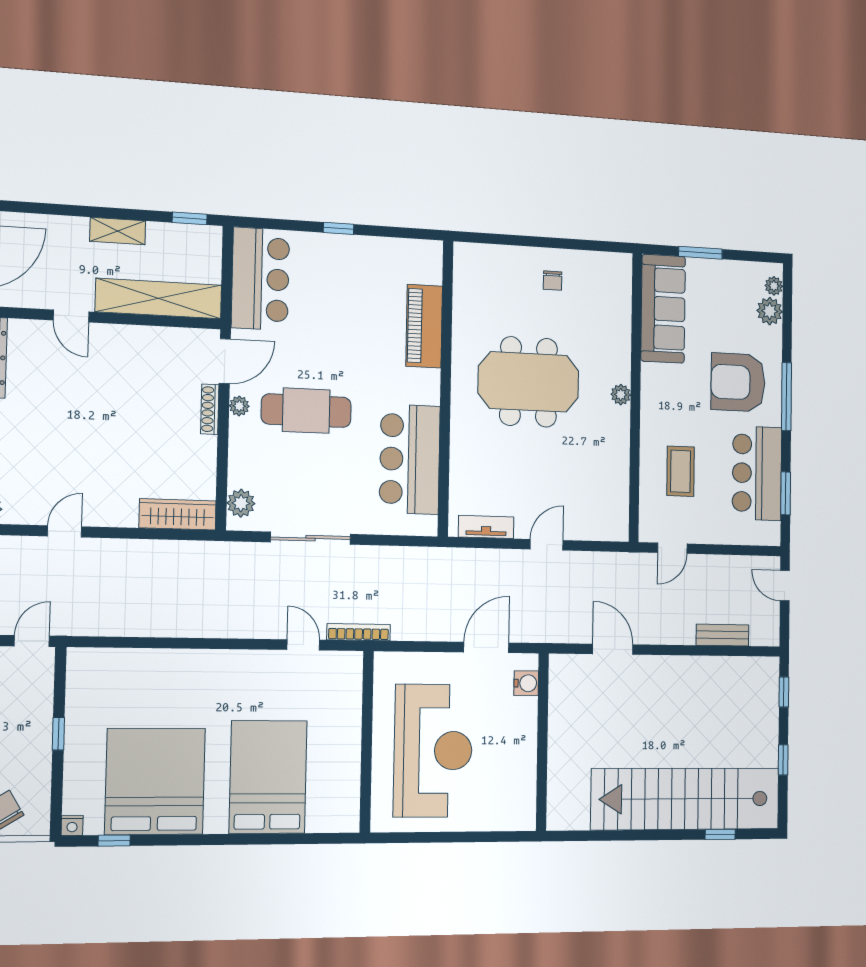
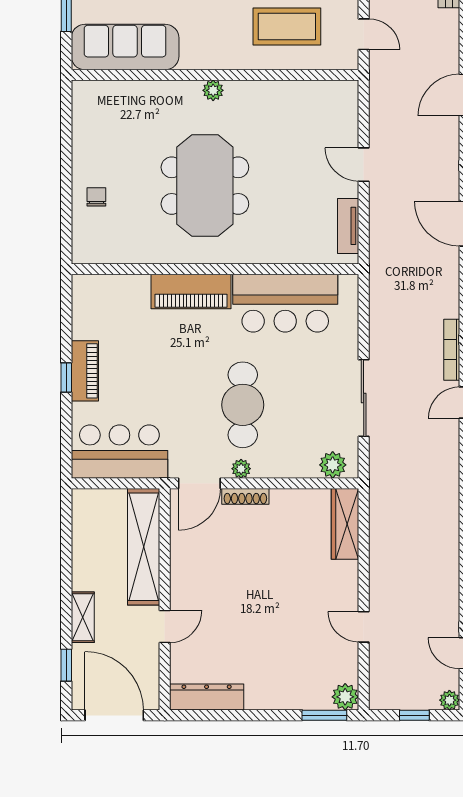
window: (190, 218) -> (66, 665), moved
shelving: (118, 231) -> (83, 617), moved
piano: (345, 248) -> (85, 371), added
chair: (553, 280) -> (96, 197), moved, turned -90
piano: (424, 326) -> (191, 291), moved
door: (225, 361) -> (199, 483), swing flipped
coffee table: (681, 471) -> (287, 27), width x1.36, depth x1.32

